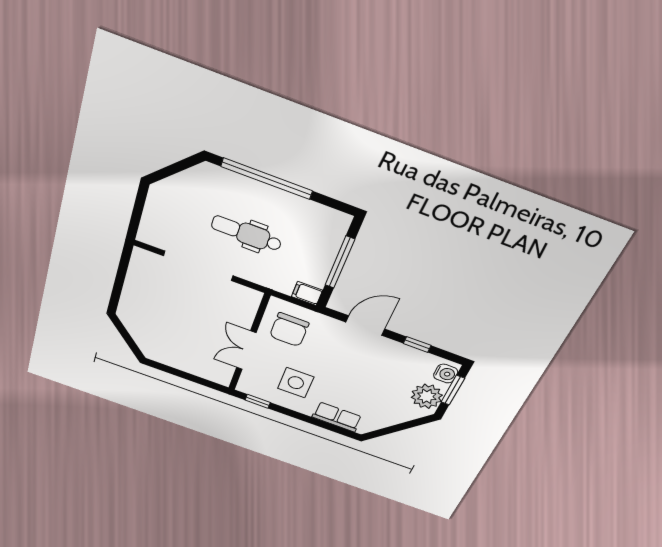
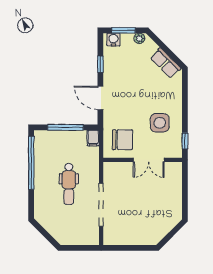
window: (267, 179) -> (31, 163), moved
plant: (427, 396) -> (139, 38), width x0.53, depth x0.53
row of seats: (337, 417) -> (166, 63), moved, turned -45

